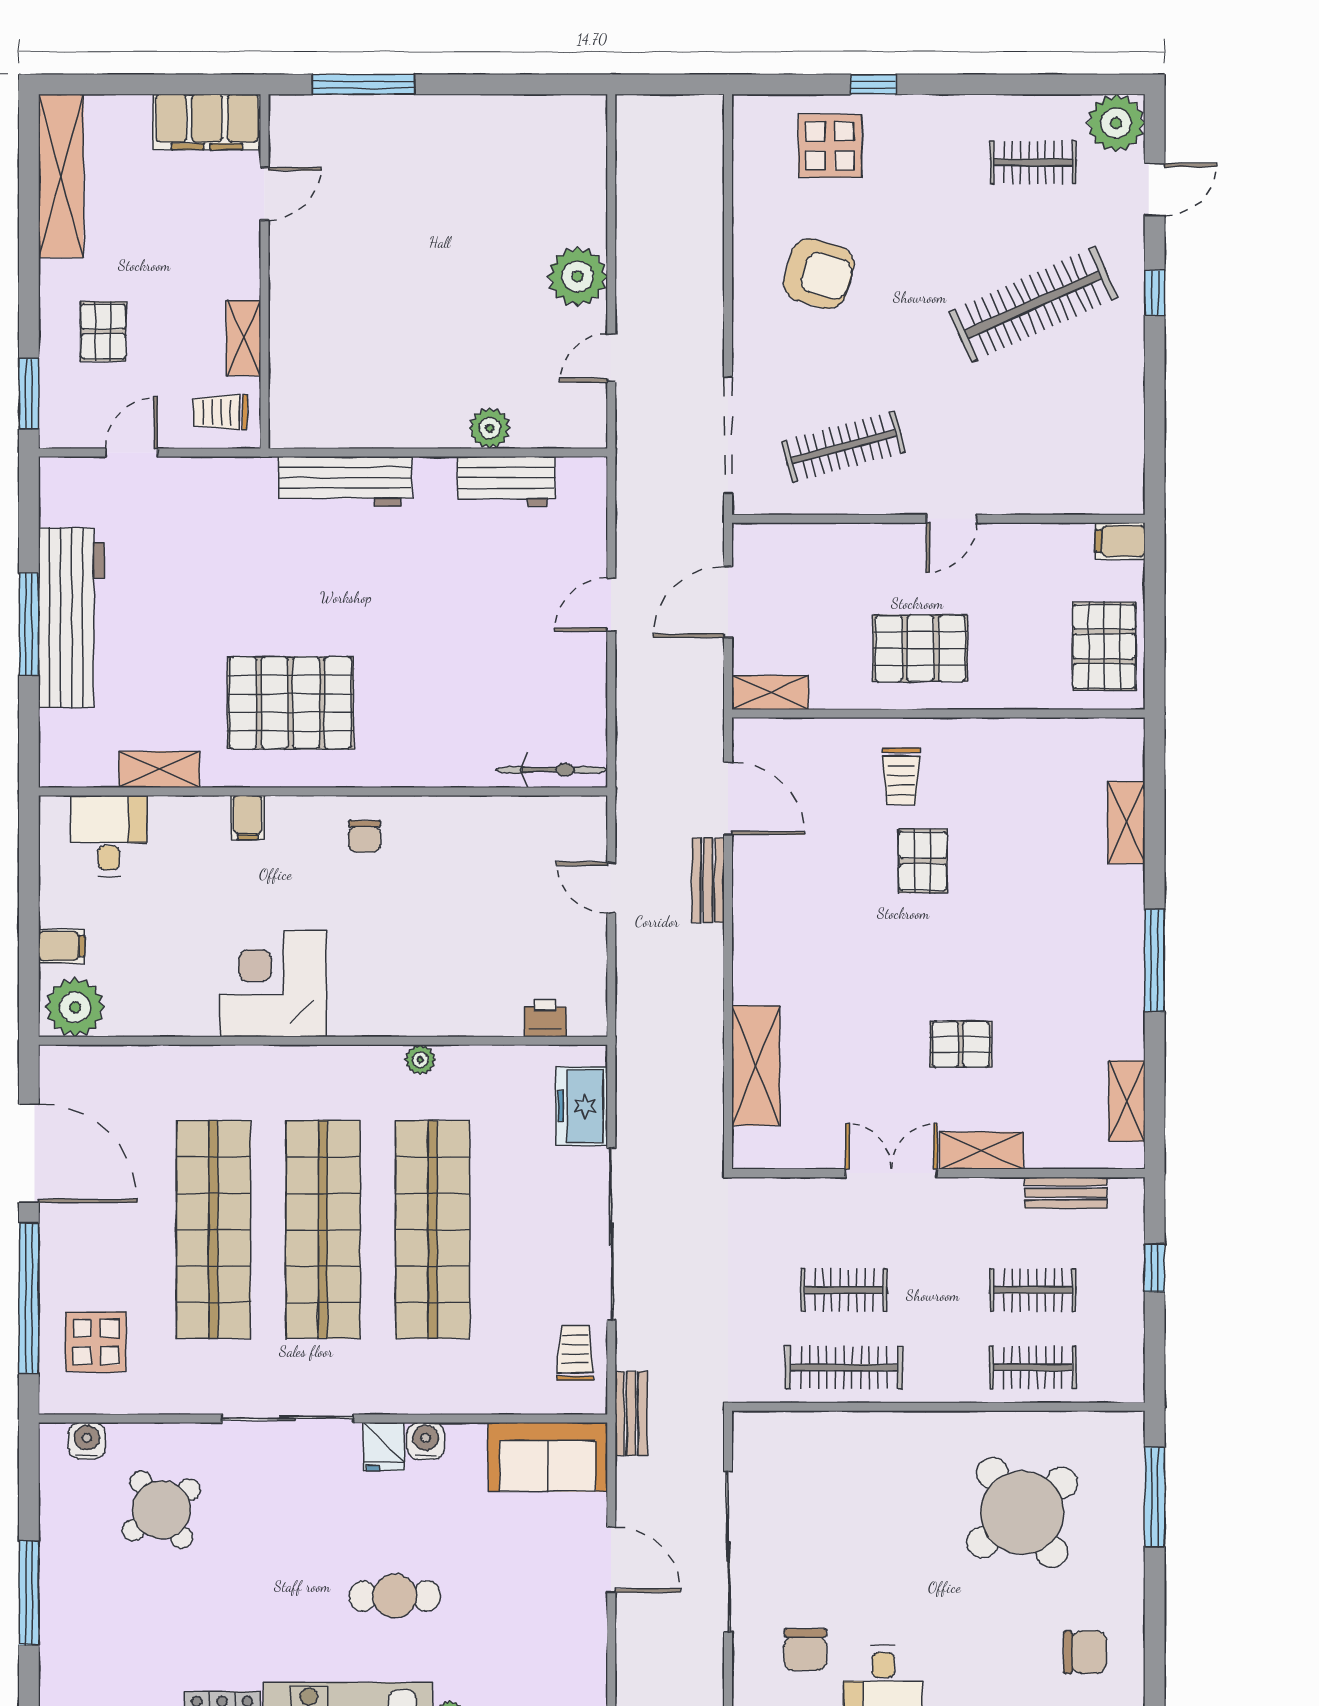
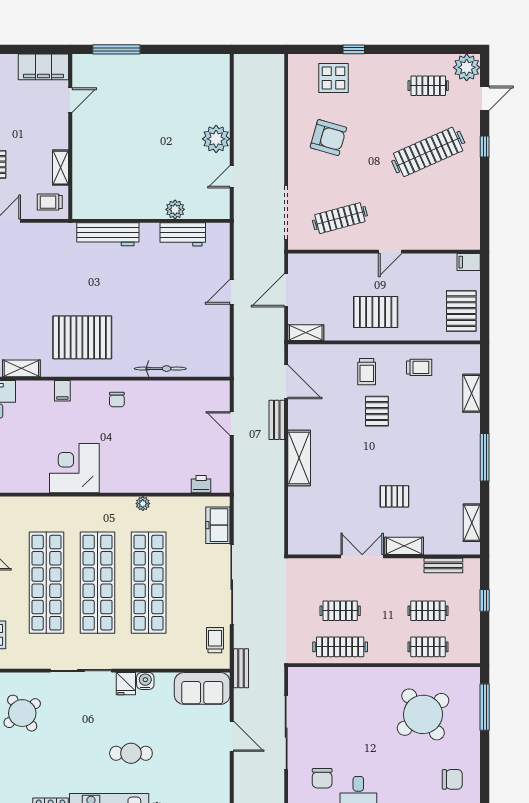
trolley: (1014, 767) -> (419, 367), added
bicycle: (552, 770) -> (160, 369), moved
shelving: (756, 1066) -> (299, 458), moved

